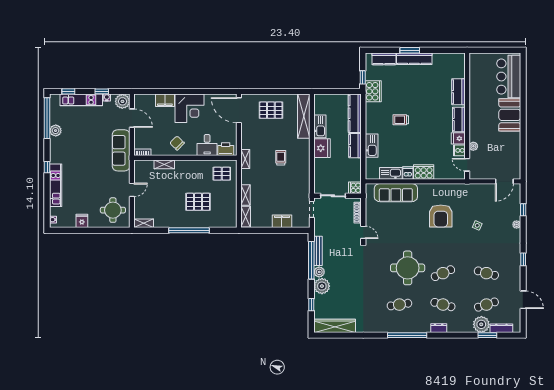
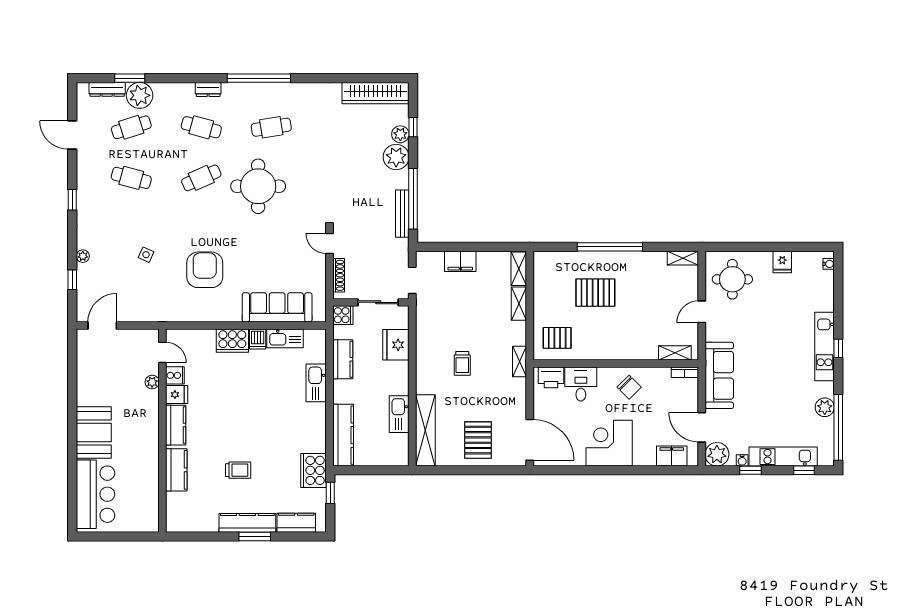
filing cabinet: (165, 100) -> (672, 456), moved
pallet: (271, 110) -> (478, 440), turned 90
trolley: (401, 120) -> (238, 470), moved
kitchen counter: (355, 146) -> (343, 359), moved
fridge: (322, 148) -> (396, 345), moved
shelving: (164, 164) -> (675, 353), moved
kitchen unit: (56, 185) -> (824, 346), moved
plant: (319, 272) -> (400, 134), moved

